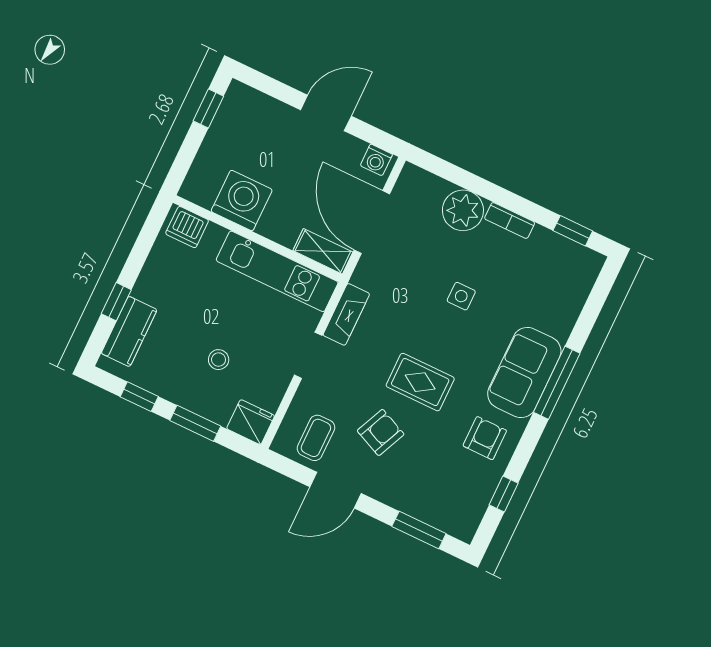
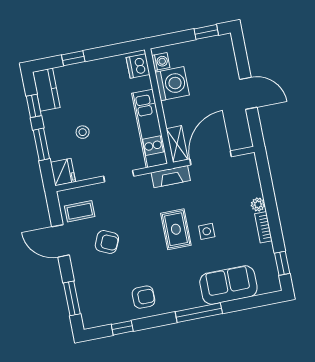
washing machine: (376, 160) -> (161, 62), moved, turned 180
plant: (463, 210) -> (258, 205), width x0.53, depth x0.53
fireplace: (346, 314) -> (171, 177), moved
kitchen counter: (129, 331) -> (46, 90), moved, turned -90
sofa: (524, 373) -> (228, 285), moved
rug: (420, 382) -> (176, 229), moved

